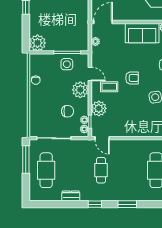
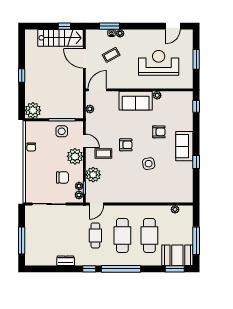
door: (102, 138) -> (96, 204), hinge flipped
window: (26, 160) -> (22, 240), moved
cafe table: (46, 170) -> (122, 235), moved
window: (127, 204) -> (121, 269), width x2.11

